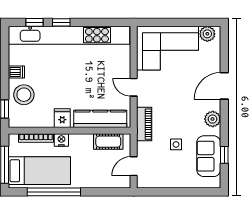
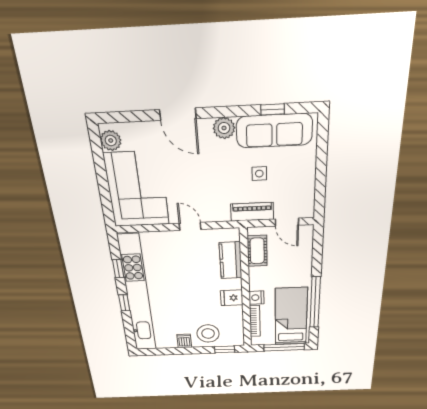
window: (34, 22) -> (118, 269), moved
door: (134, 87) -> (190, 226), swing flipped
kitchen counter: (100, 119) -> (231, 260), width x0.67
piano: (144, 124) -> (252, 212), moved
sofa: (209, 156) -> (274, 131), width x1.36

